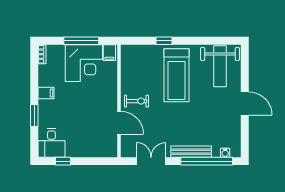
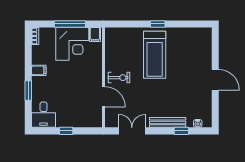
window: (164, 41) -> (158, 24), moved
weight bench: (220, 66) -> (193, 47), removed
window: (63, 161) -> (66, 131), moved
window: (207, 161) -> (181, 131), width x0.32

